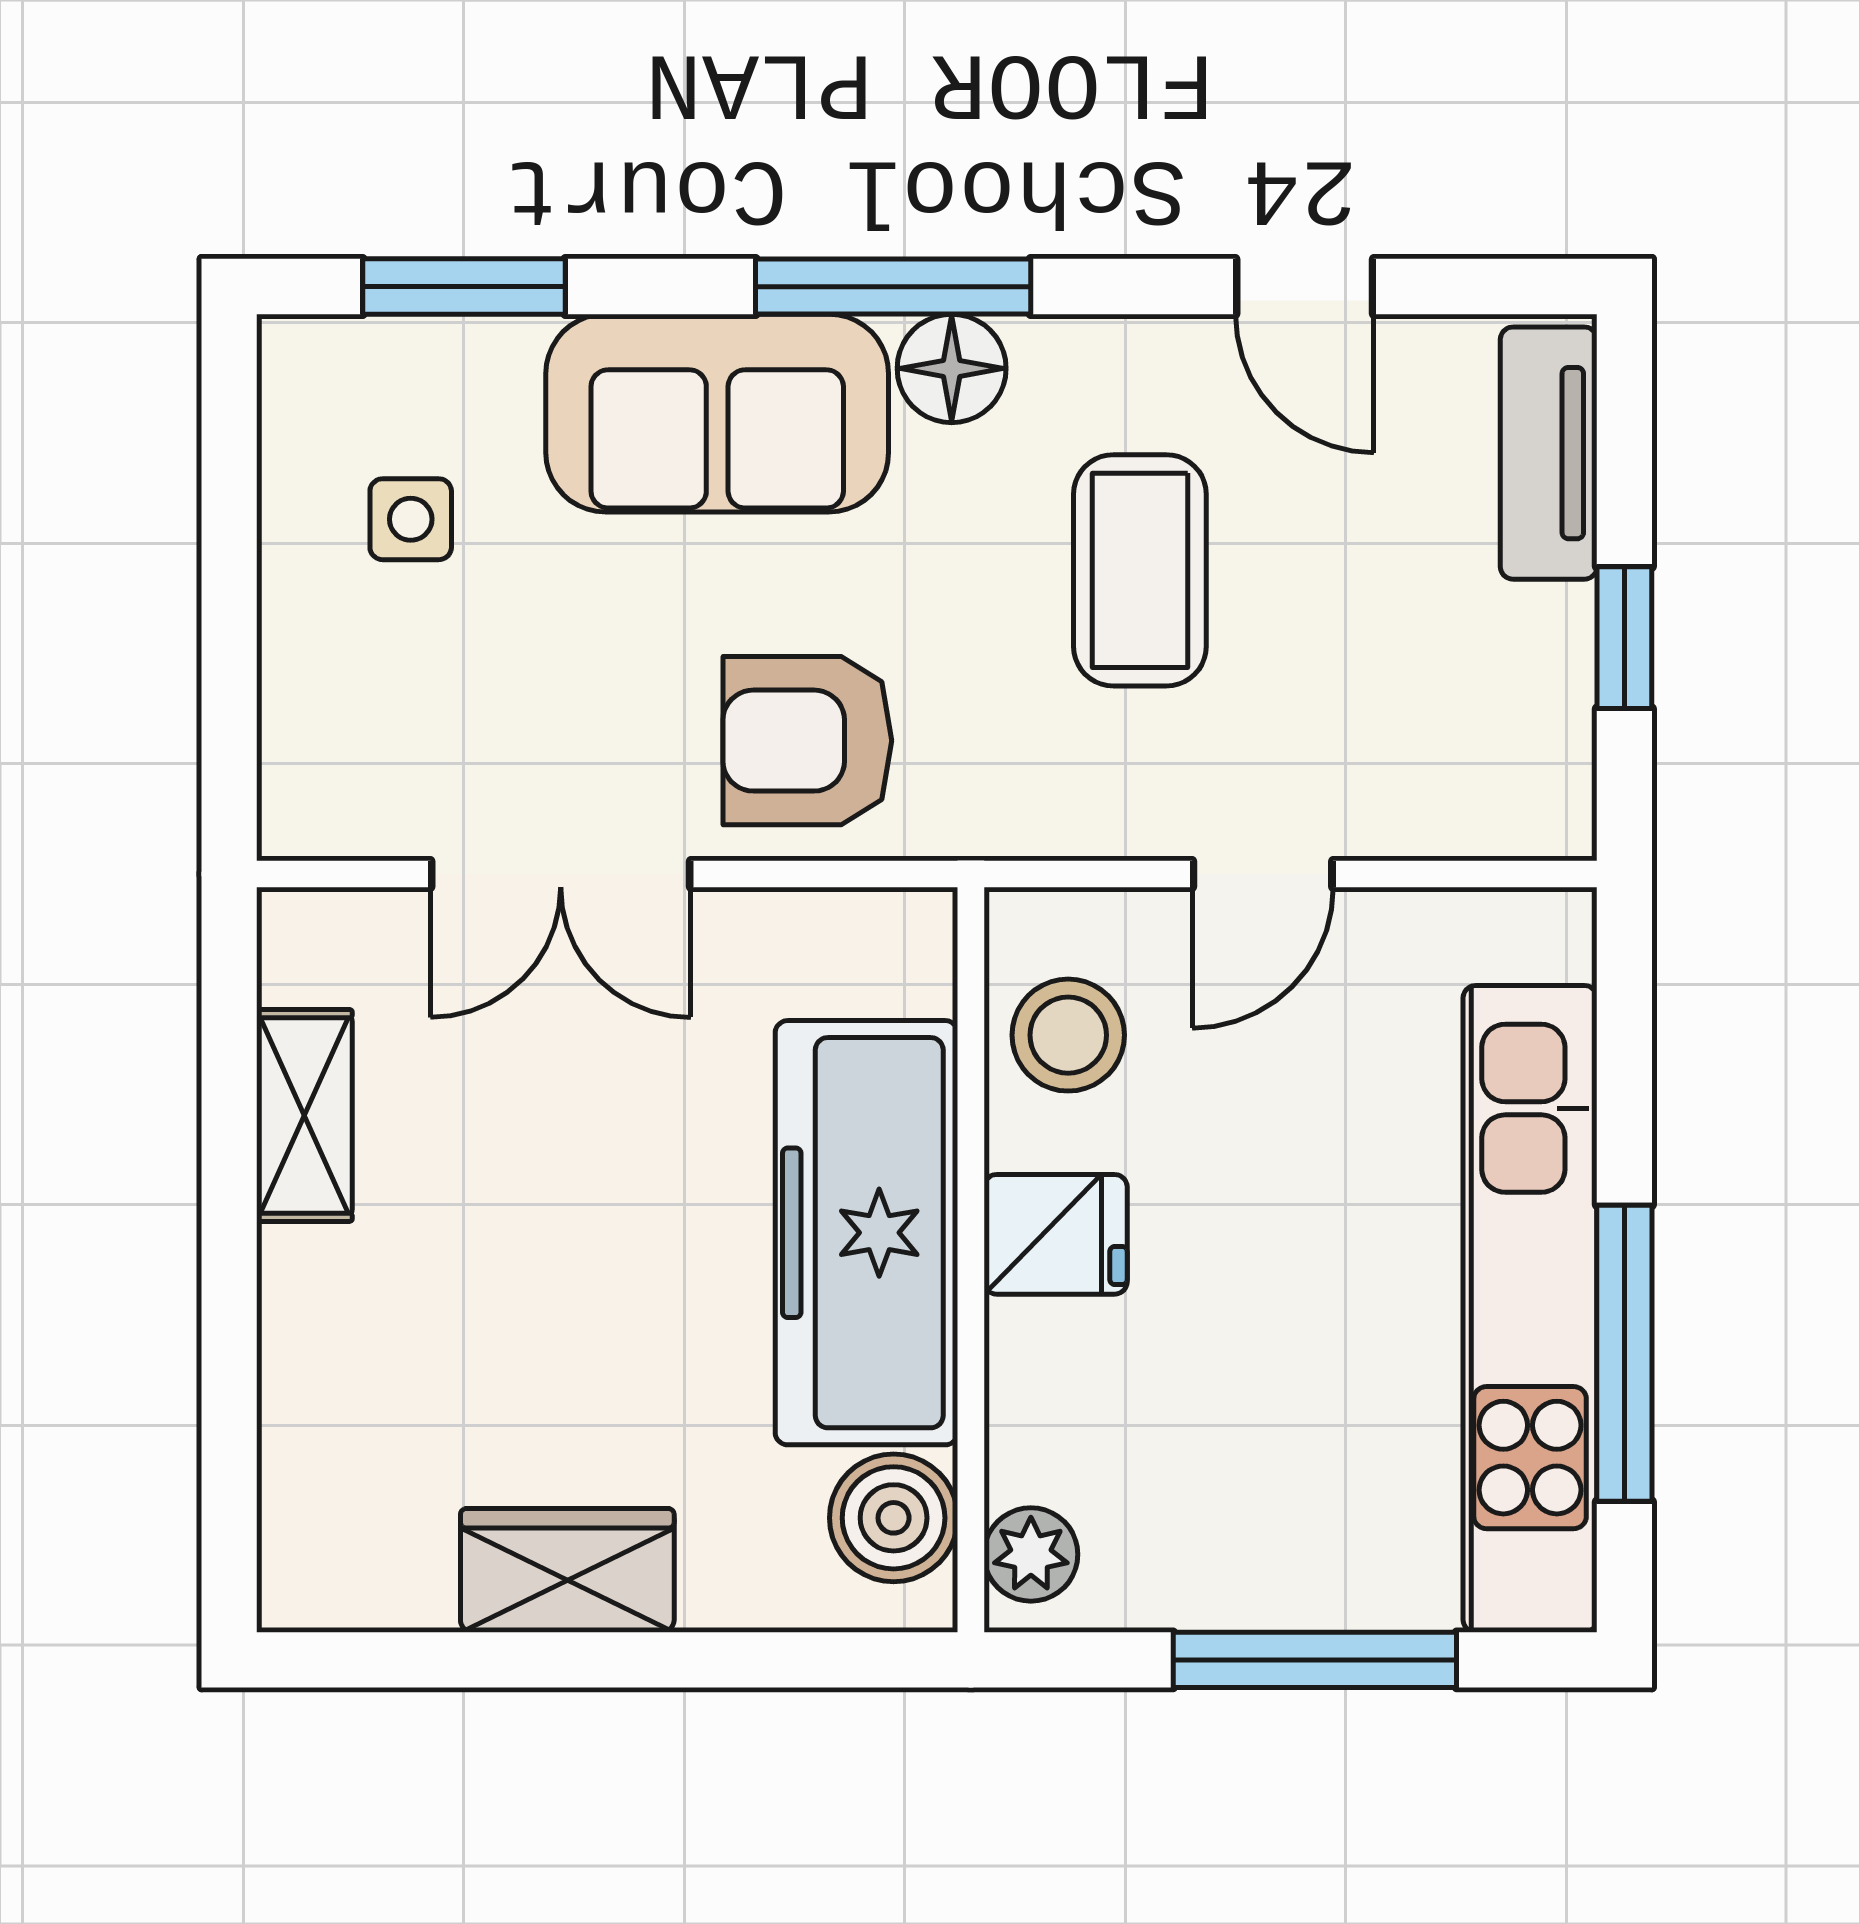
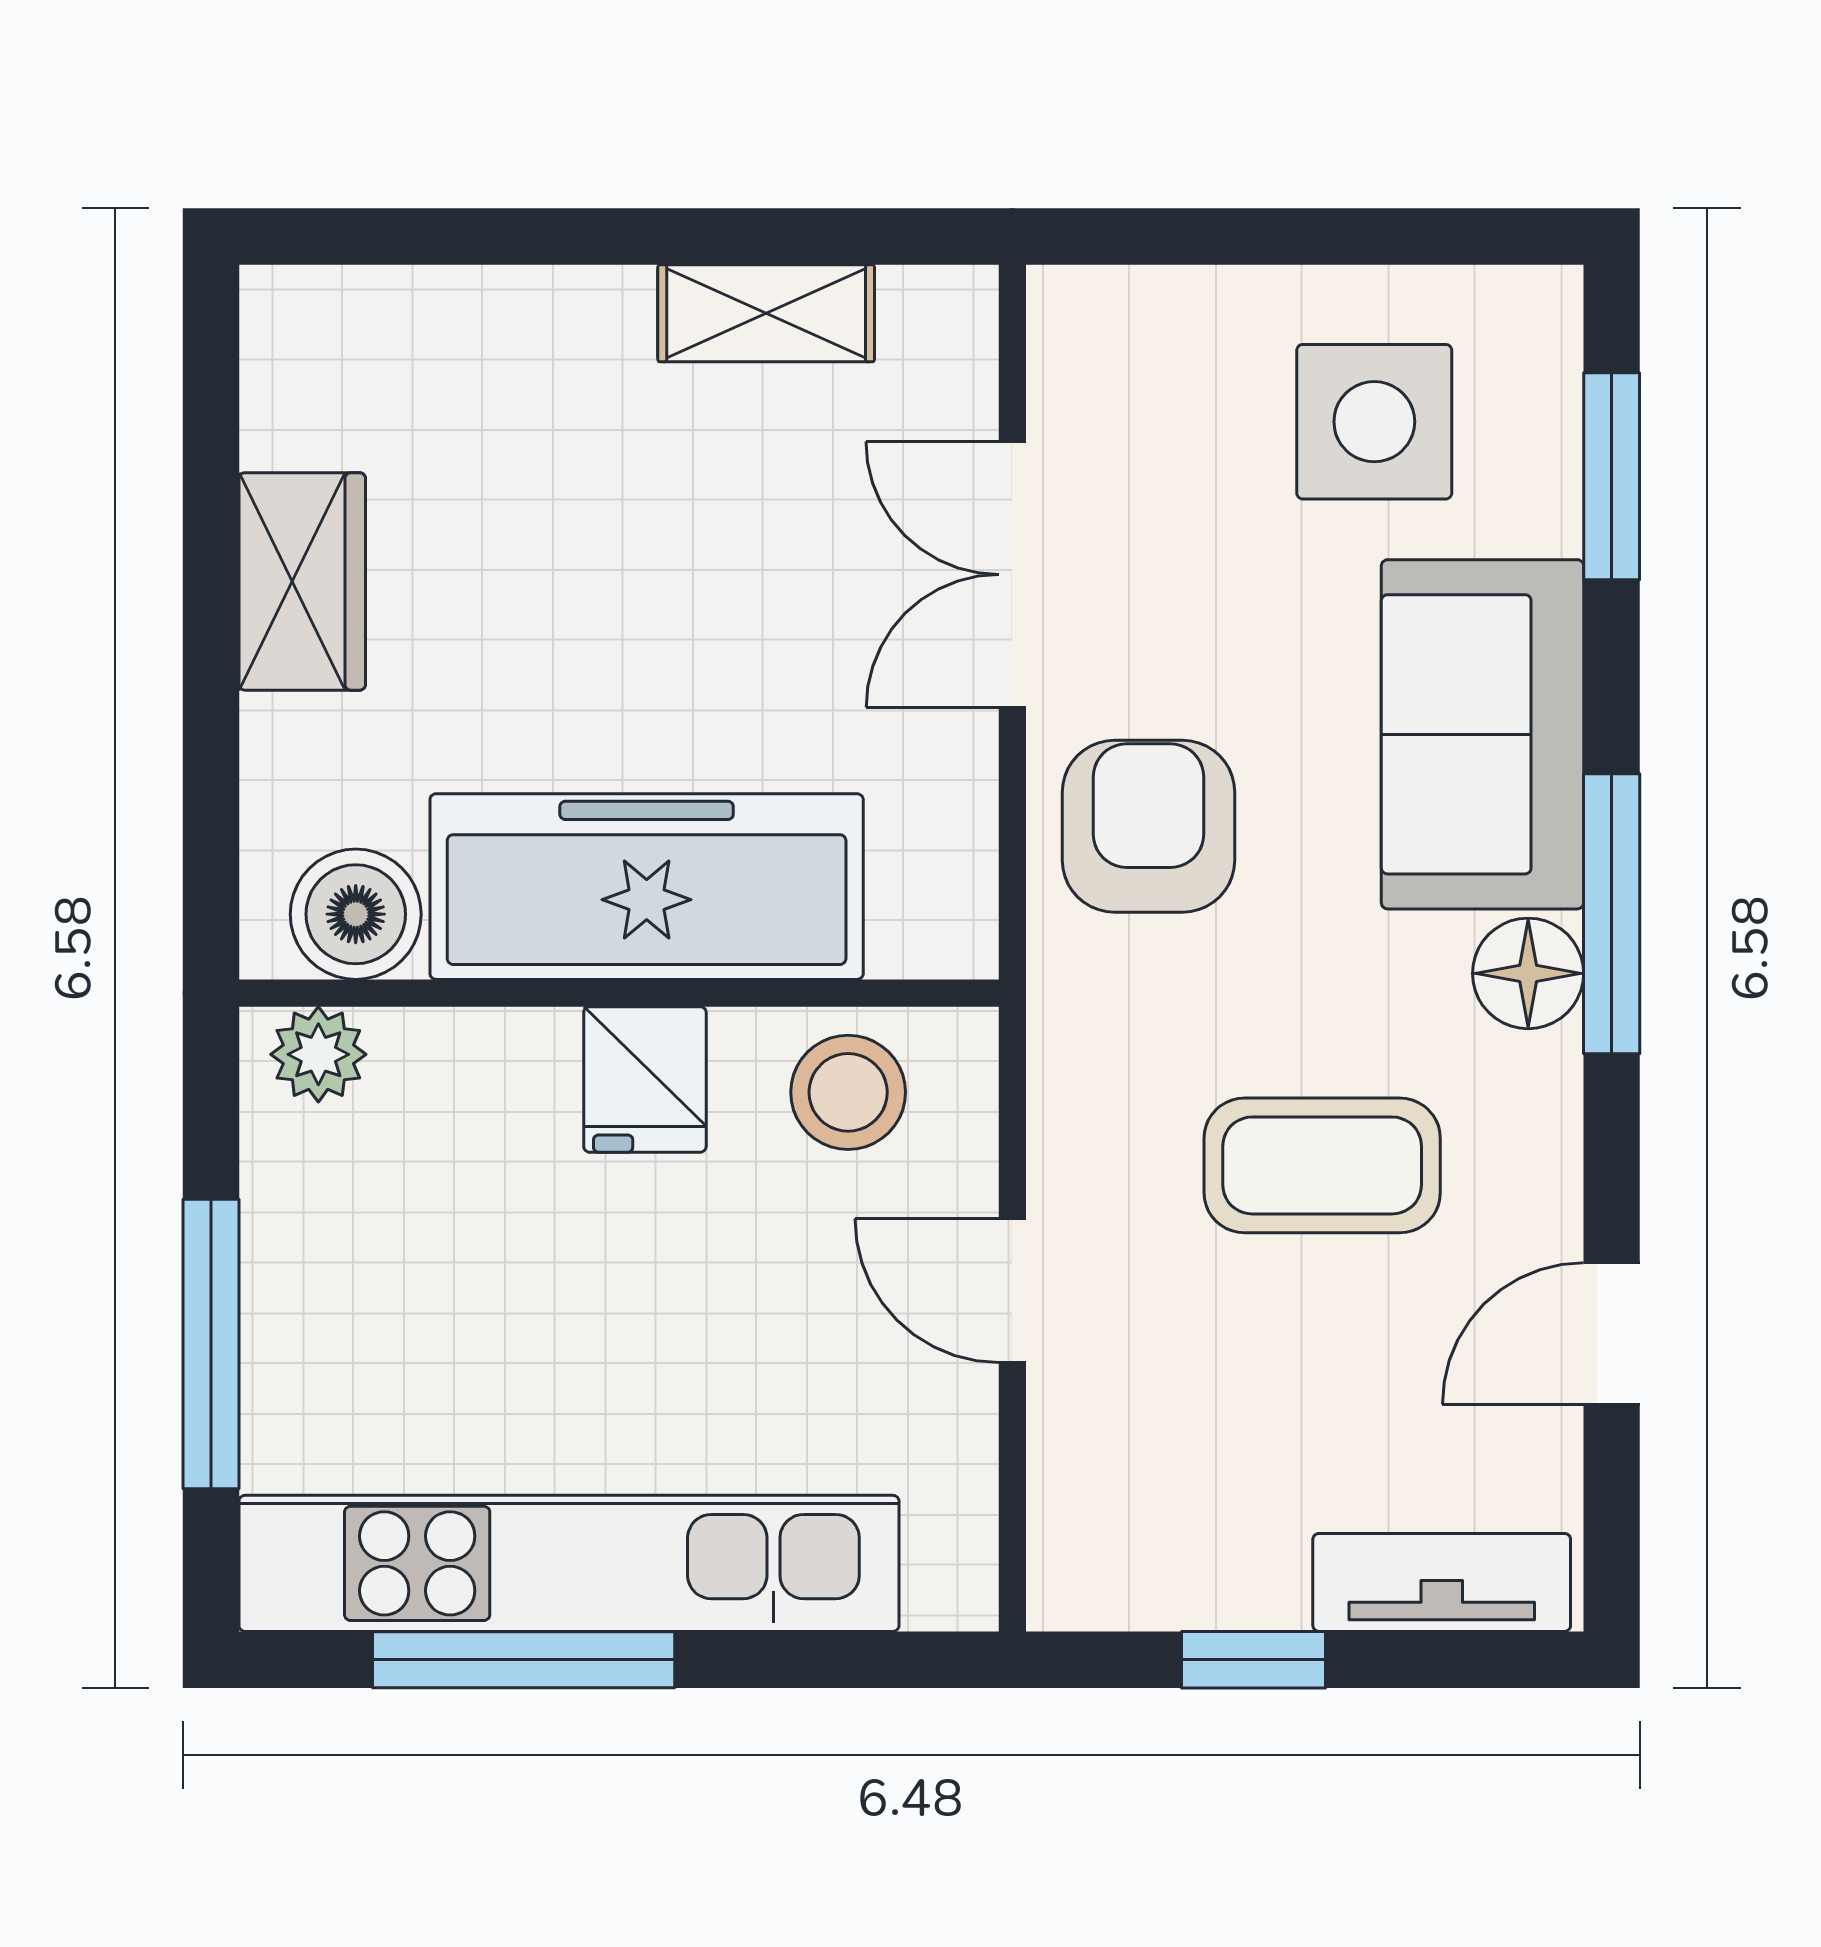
side table: (411, 519) -> (1374, 422), width x1.87, depth x1.87

